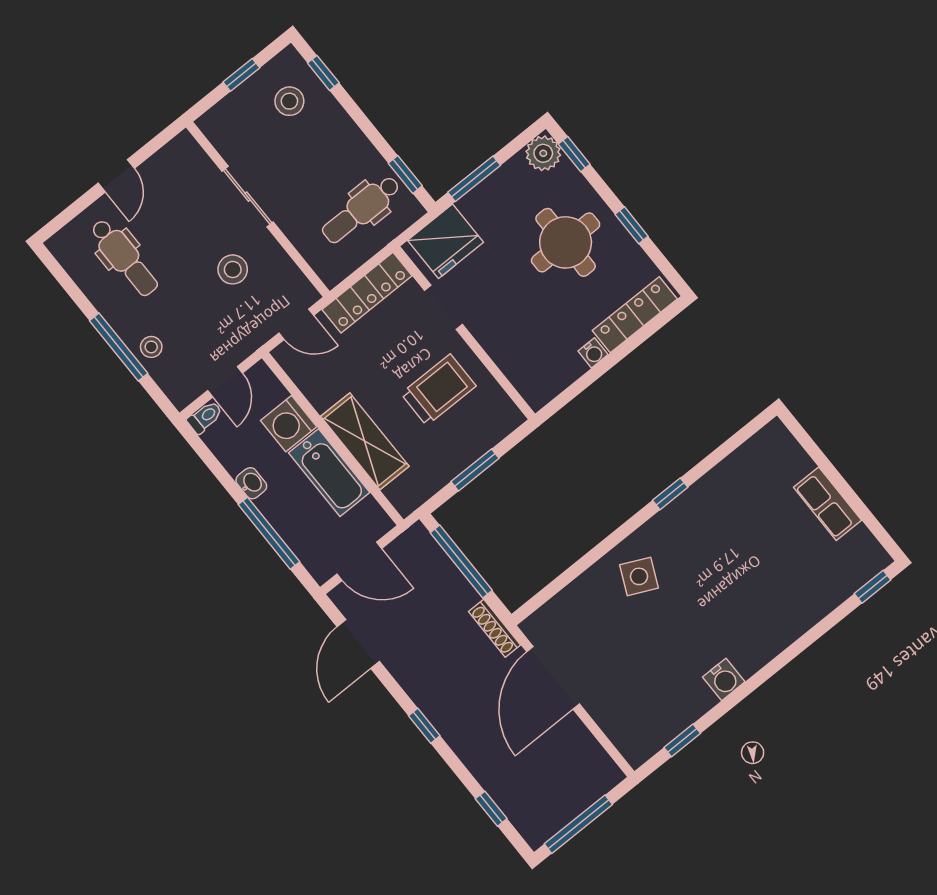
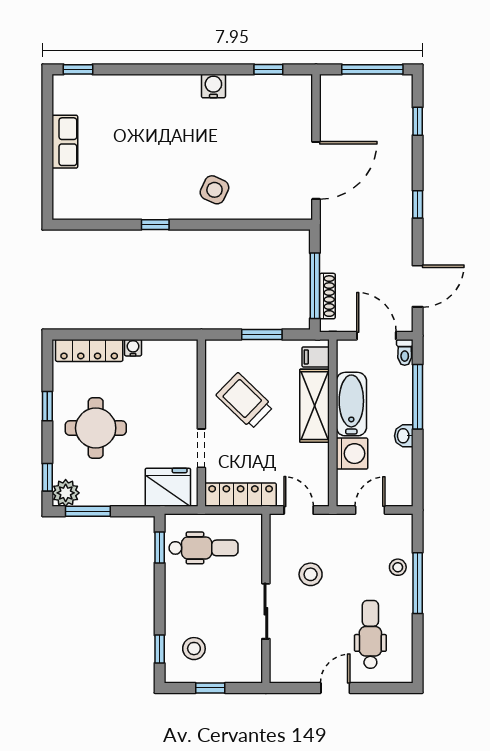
window: (474, 179) -> (88, 511), moved
trolley: (438, 390) -> (245, 401), turned 44
toilet: (205, 417) -> (405, 352), moved, turned -90
filing cabinet: (403, 491) -> (316, 357), added
shoe rack: (494, 628) -> (327, 296), moved

